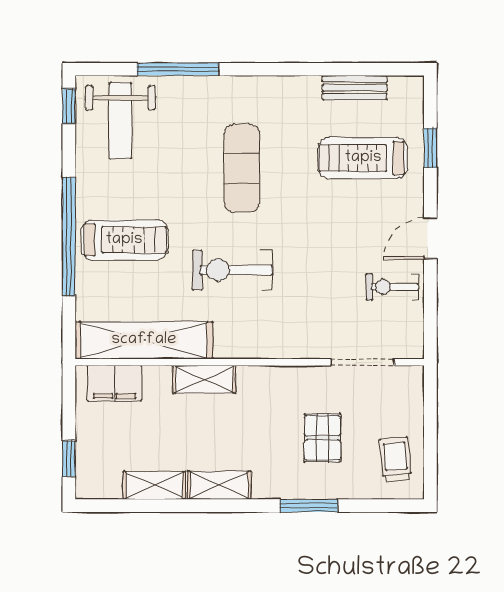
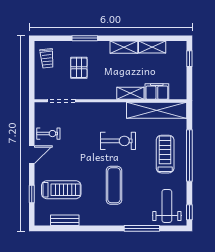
treadmill: (124, 240) -> (165, 154), turned 90
filing cabinet: (114, 383) -> (157, 92), moved

